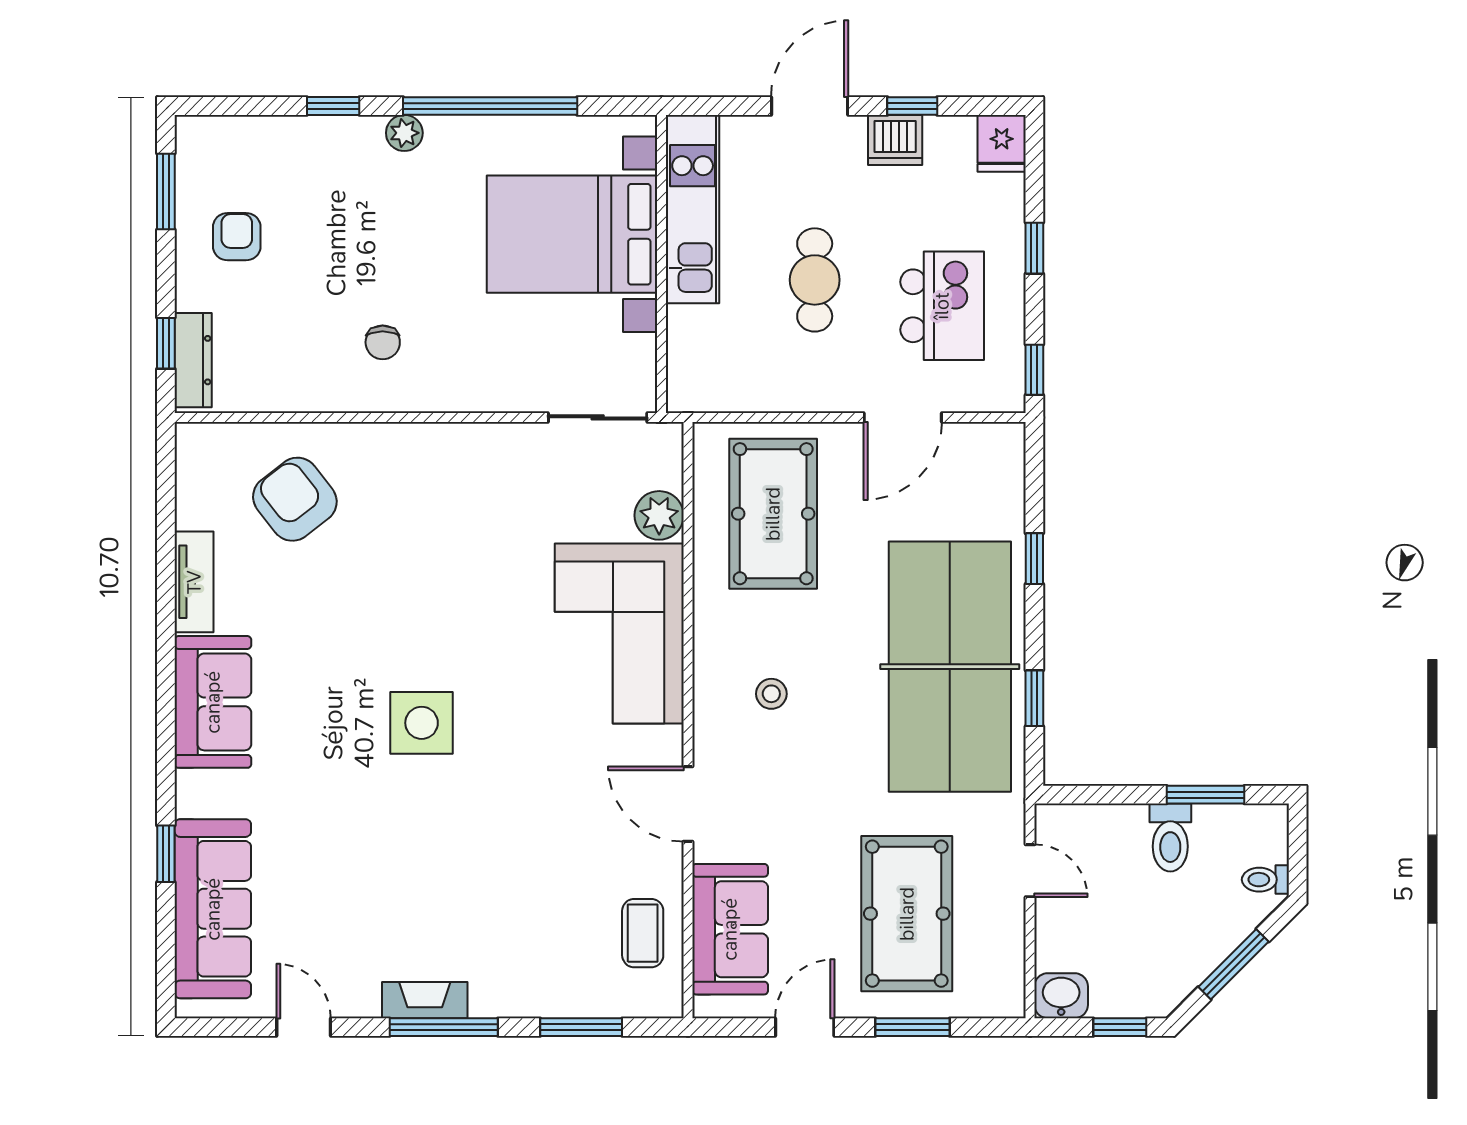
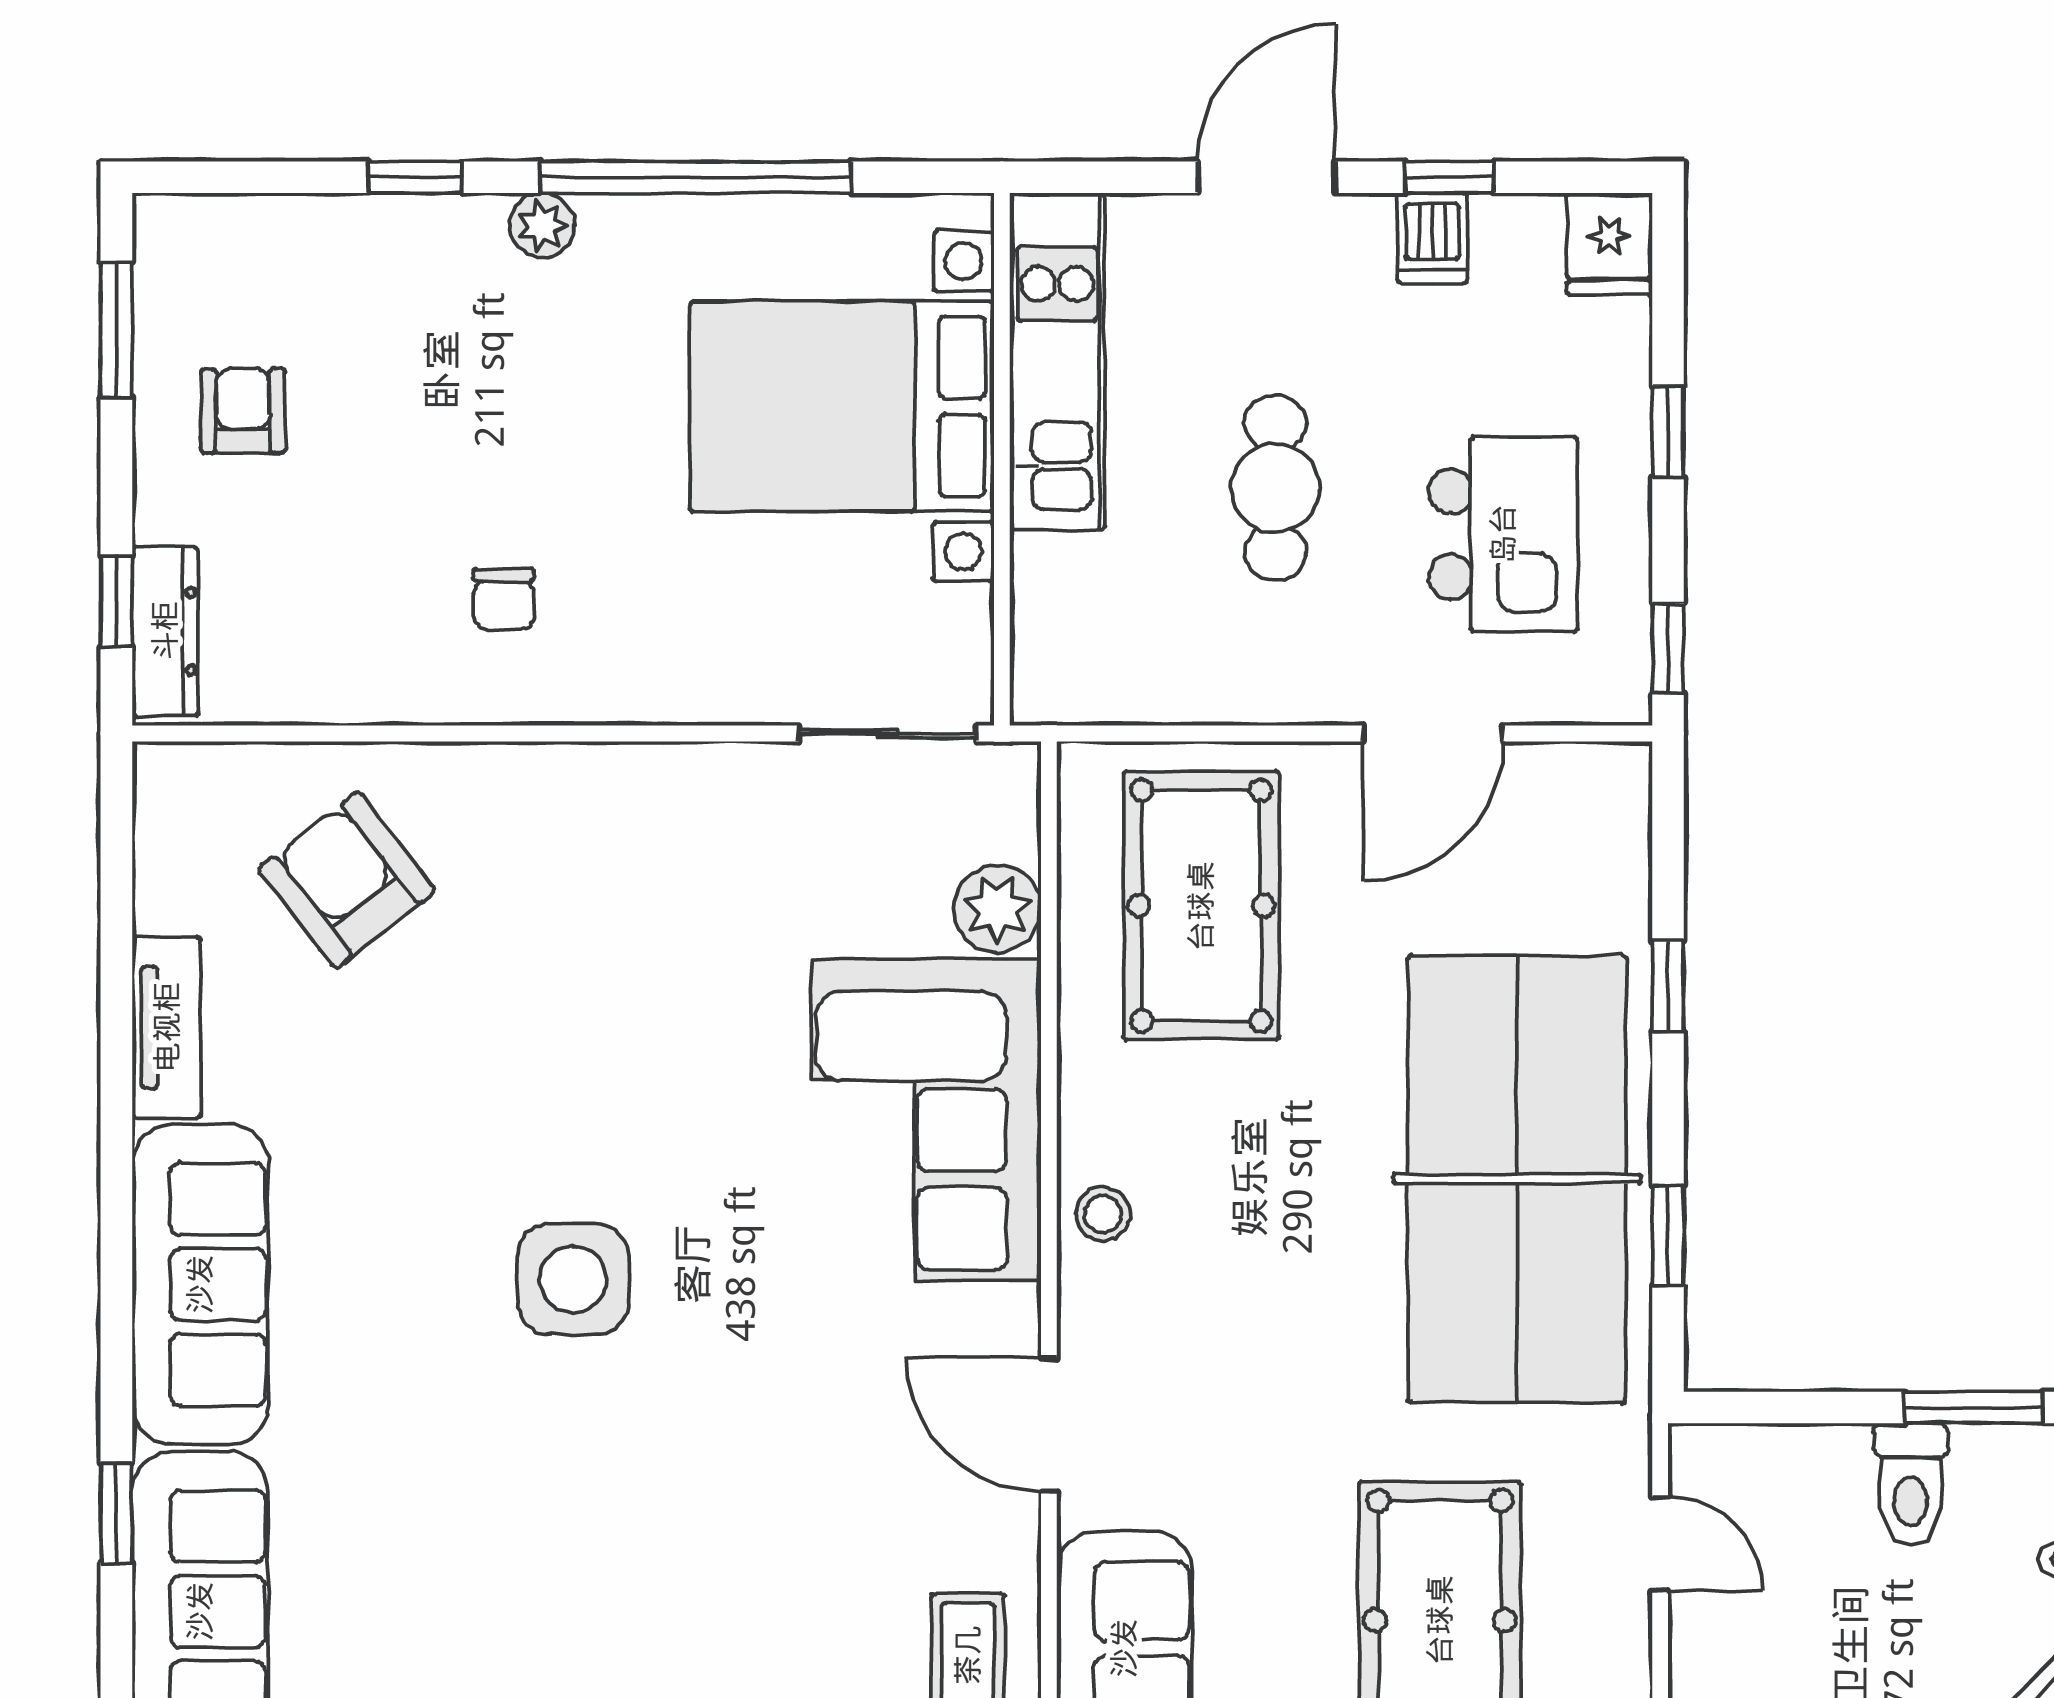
dishwasher: (895, 140) -> (1432, 238), width x0.73
stool: (771, 694) -> (1103, 1214), moved
sofa: (213, 702) -> (200, 1284), width x1.36

